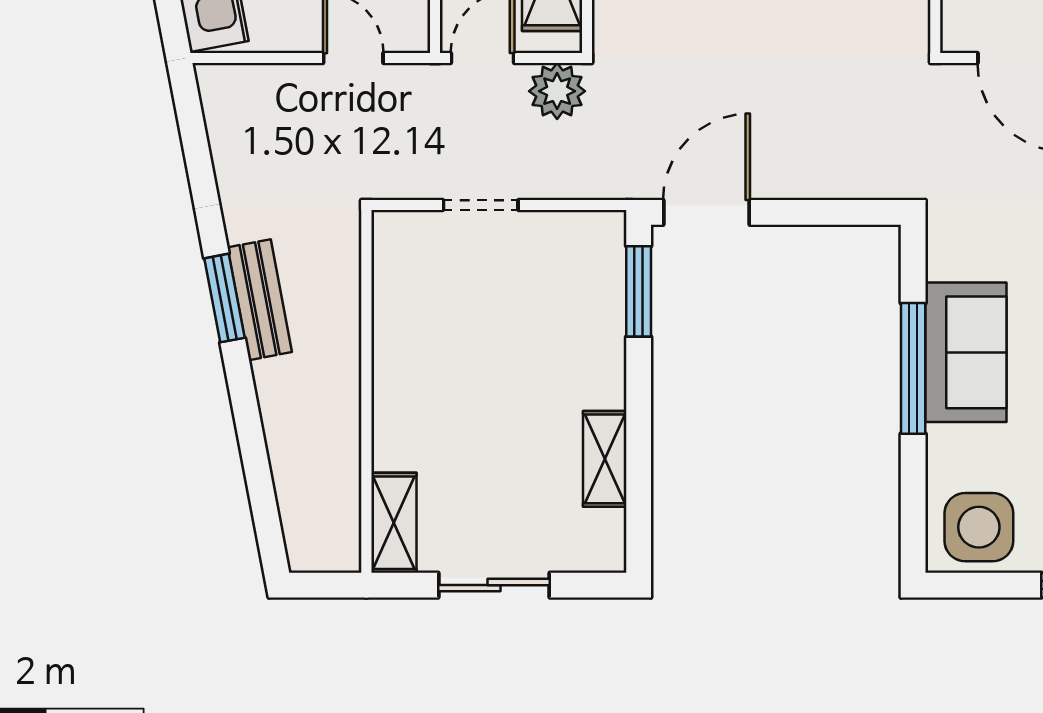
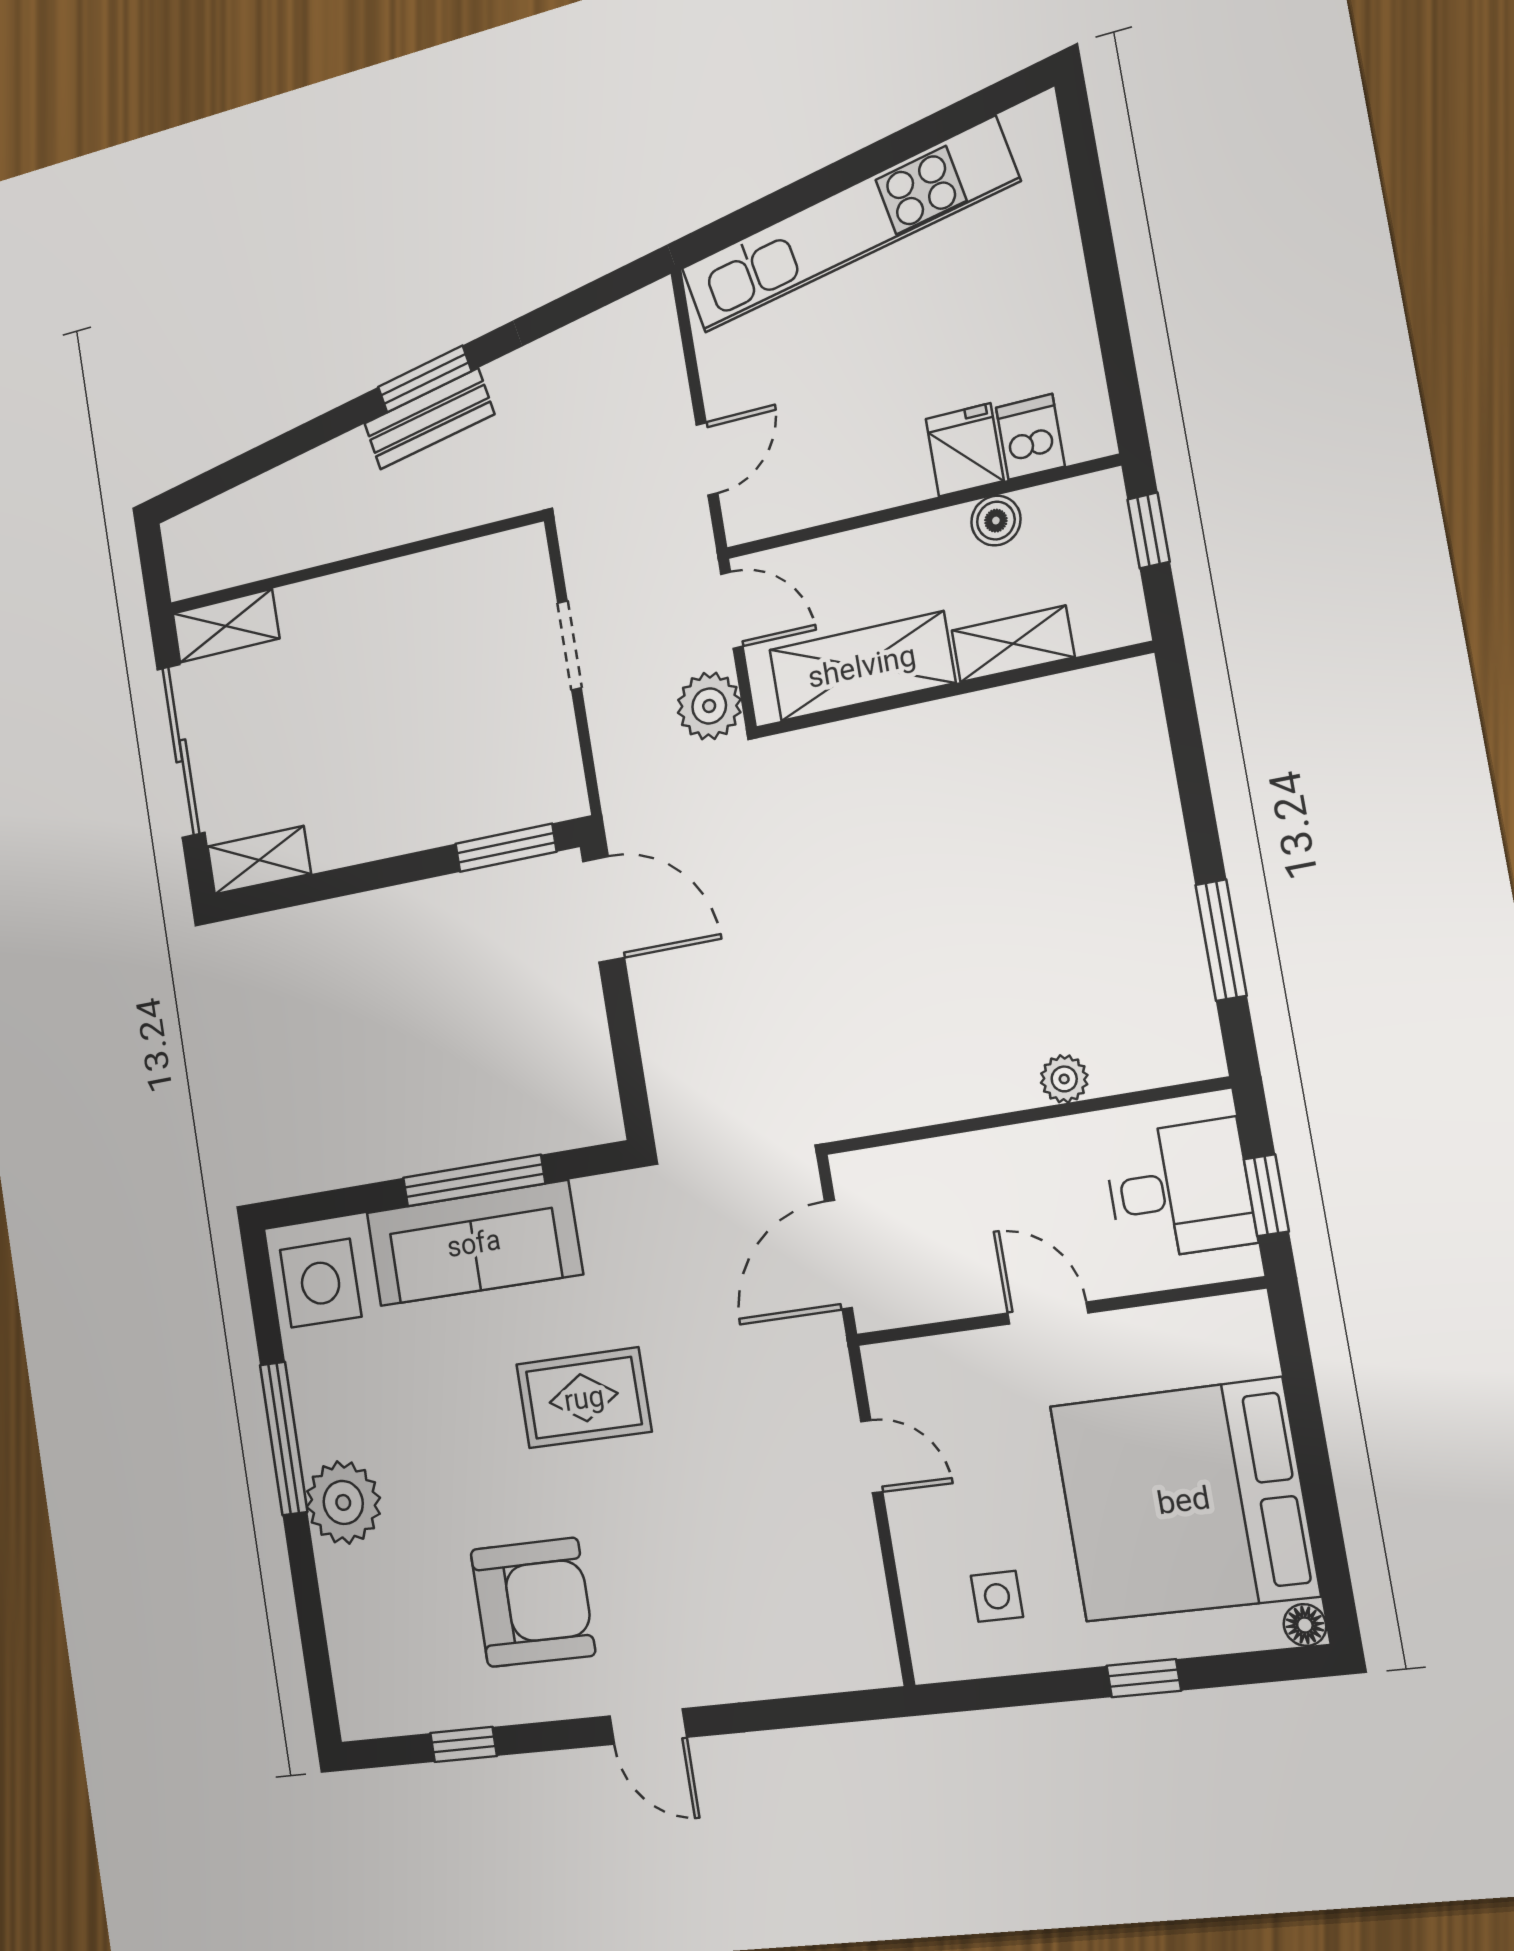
sofa: (966, 352) -> (474, 1243), width x1.36
shelving: (605, 459) -> (259, 860), moved
sliding door: (494, 585) -> (181, 751), width x1.37

